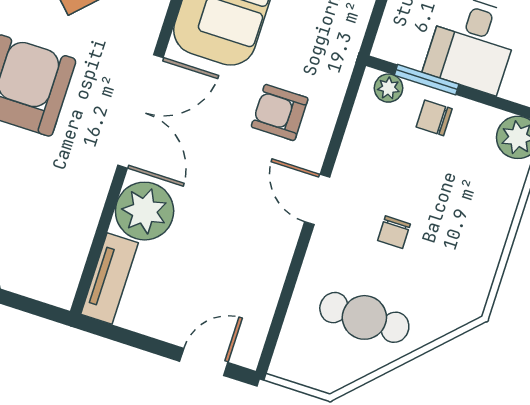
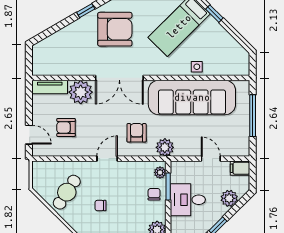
plant: (334, 58) -> (165, 147), added
chair: (394, 232) -> (100, 206), moved
armchair: (215, 271) -> (66, 127), added
cafe table: (364, 317) -> (67, 192), turned 33

